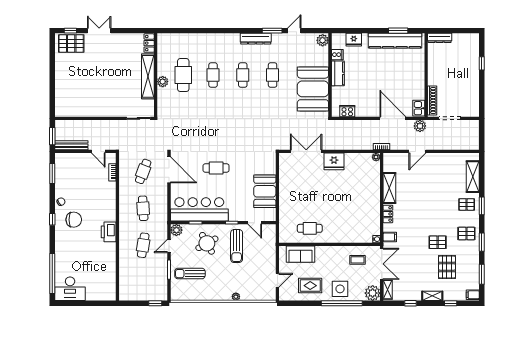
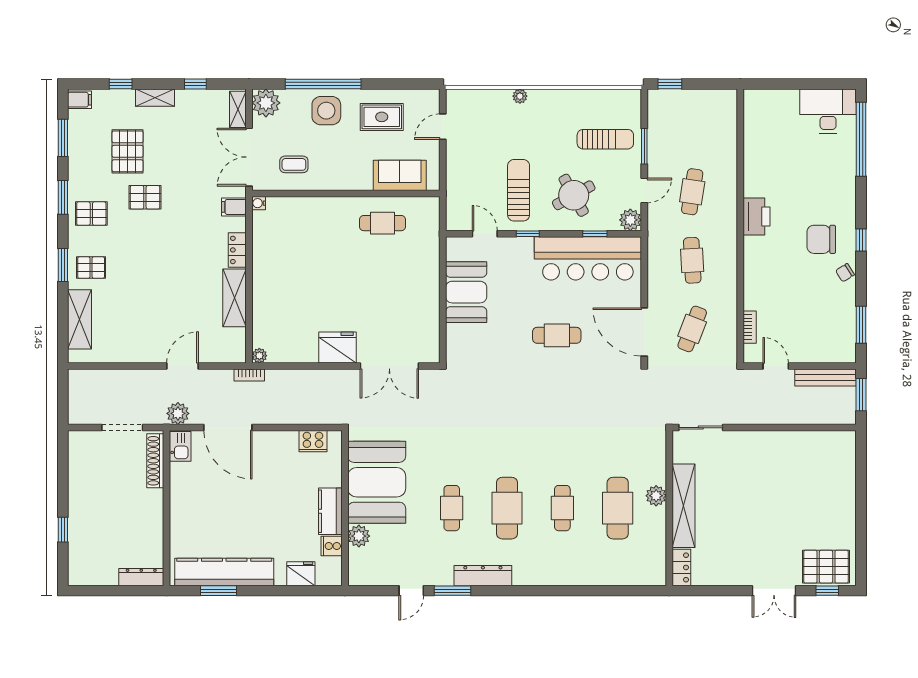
plant: (323, 40) -> (359, 536), moved
cafe table: (243, 75) -> (507, 508), width x1.37, depth x1.35

